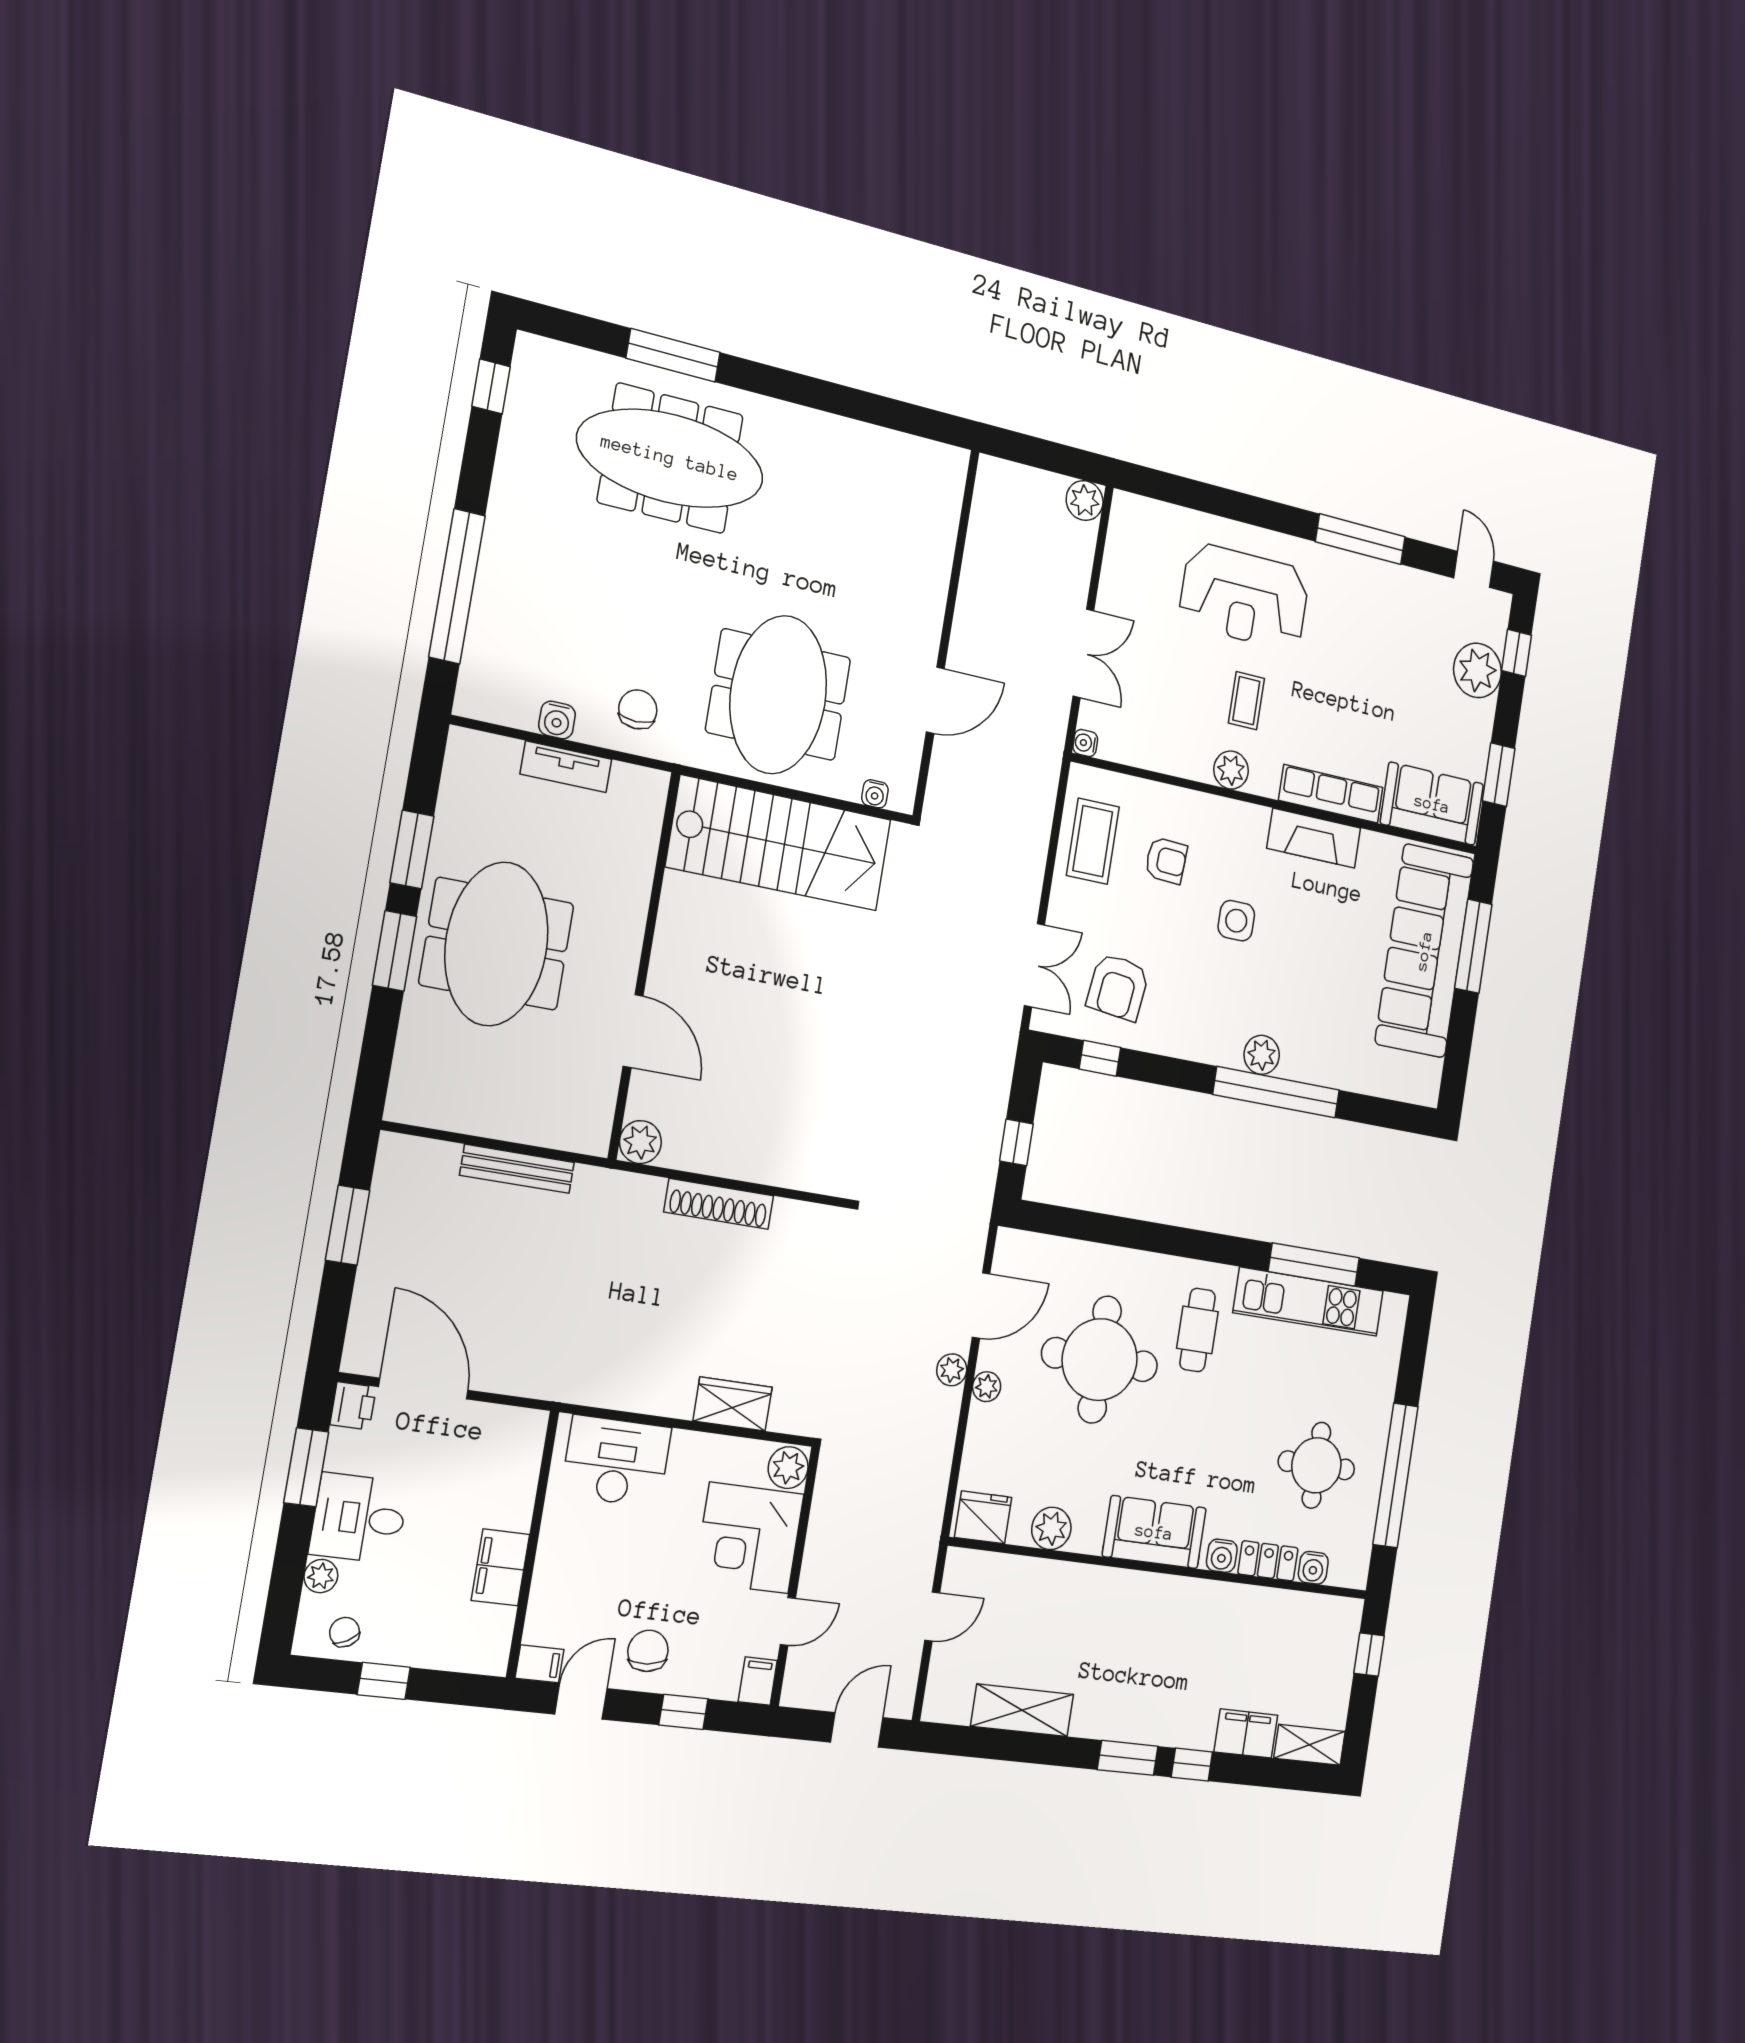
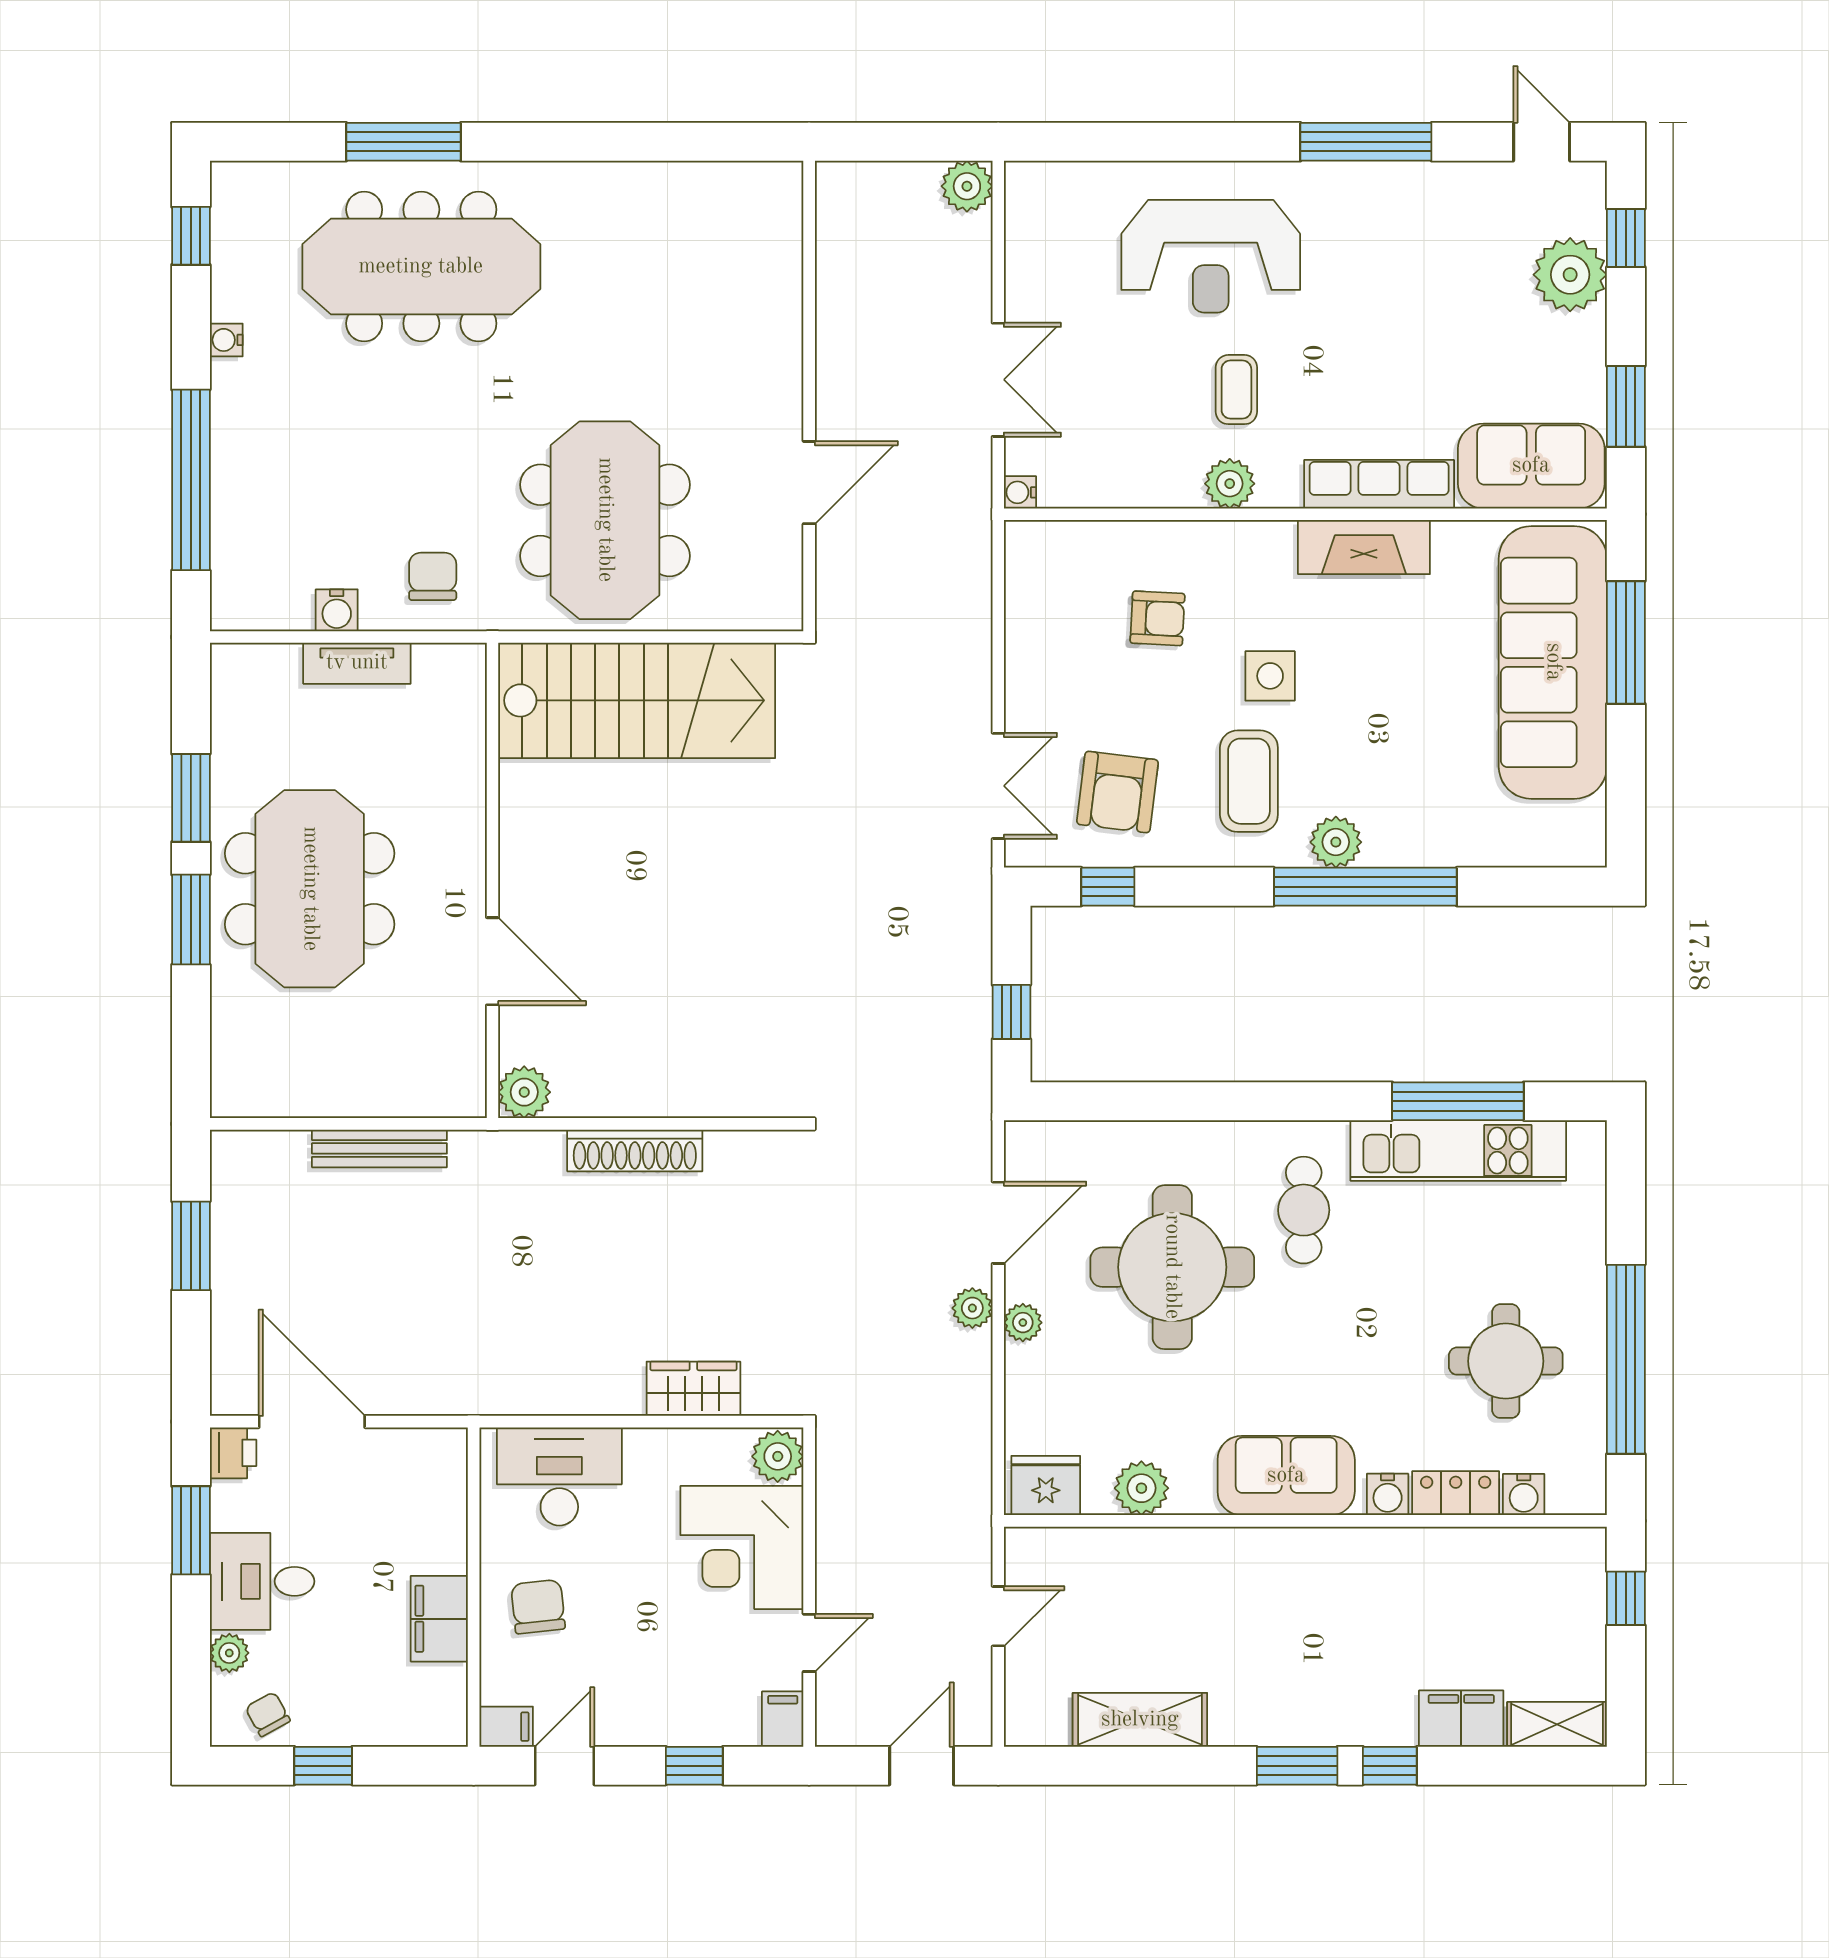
water cooler: (875, 794) -> (226, 340), moved, turned 90
coffee table: (1093, 841) -> (1249, 781), moved
chair: (648, 1651) -> (538, 1607), moved

